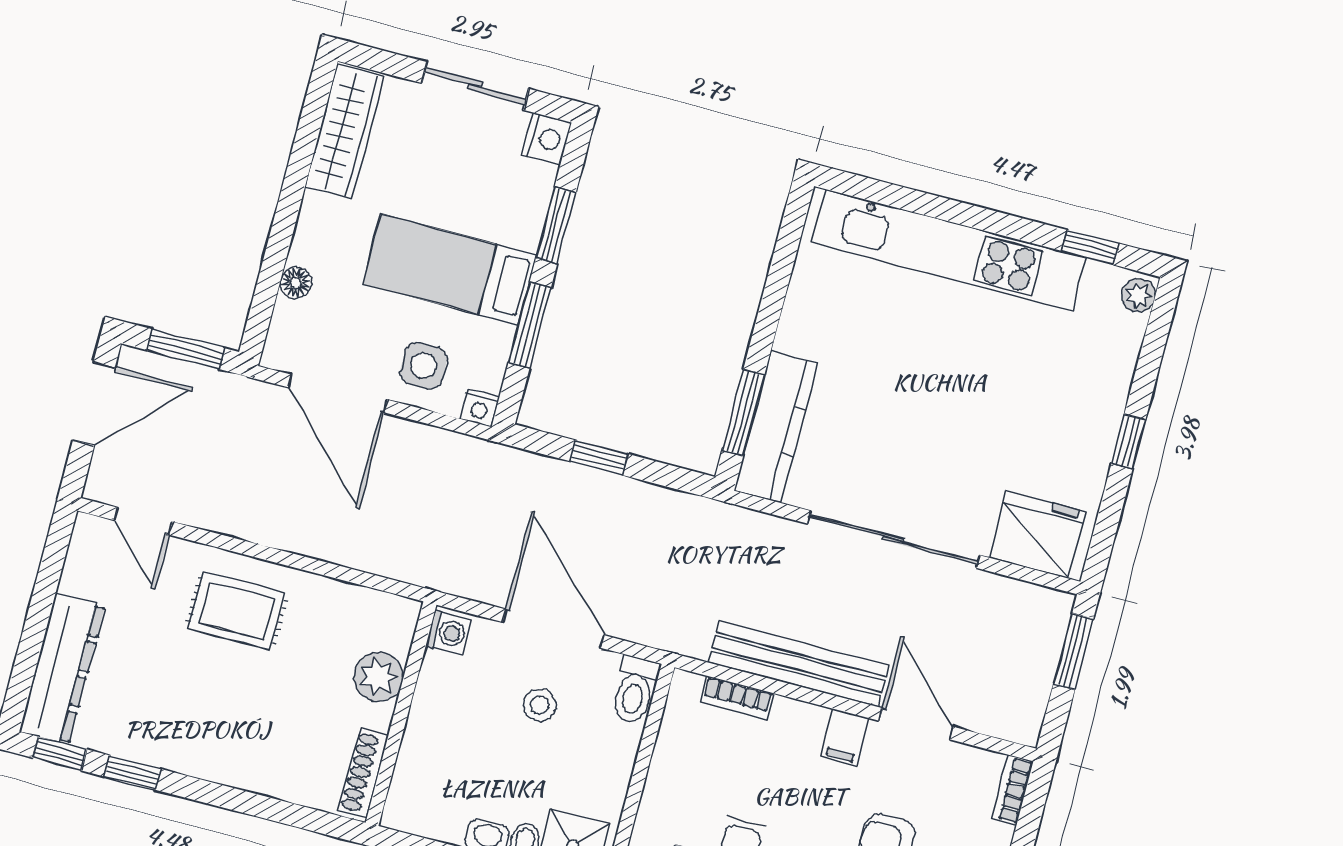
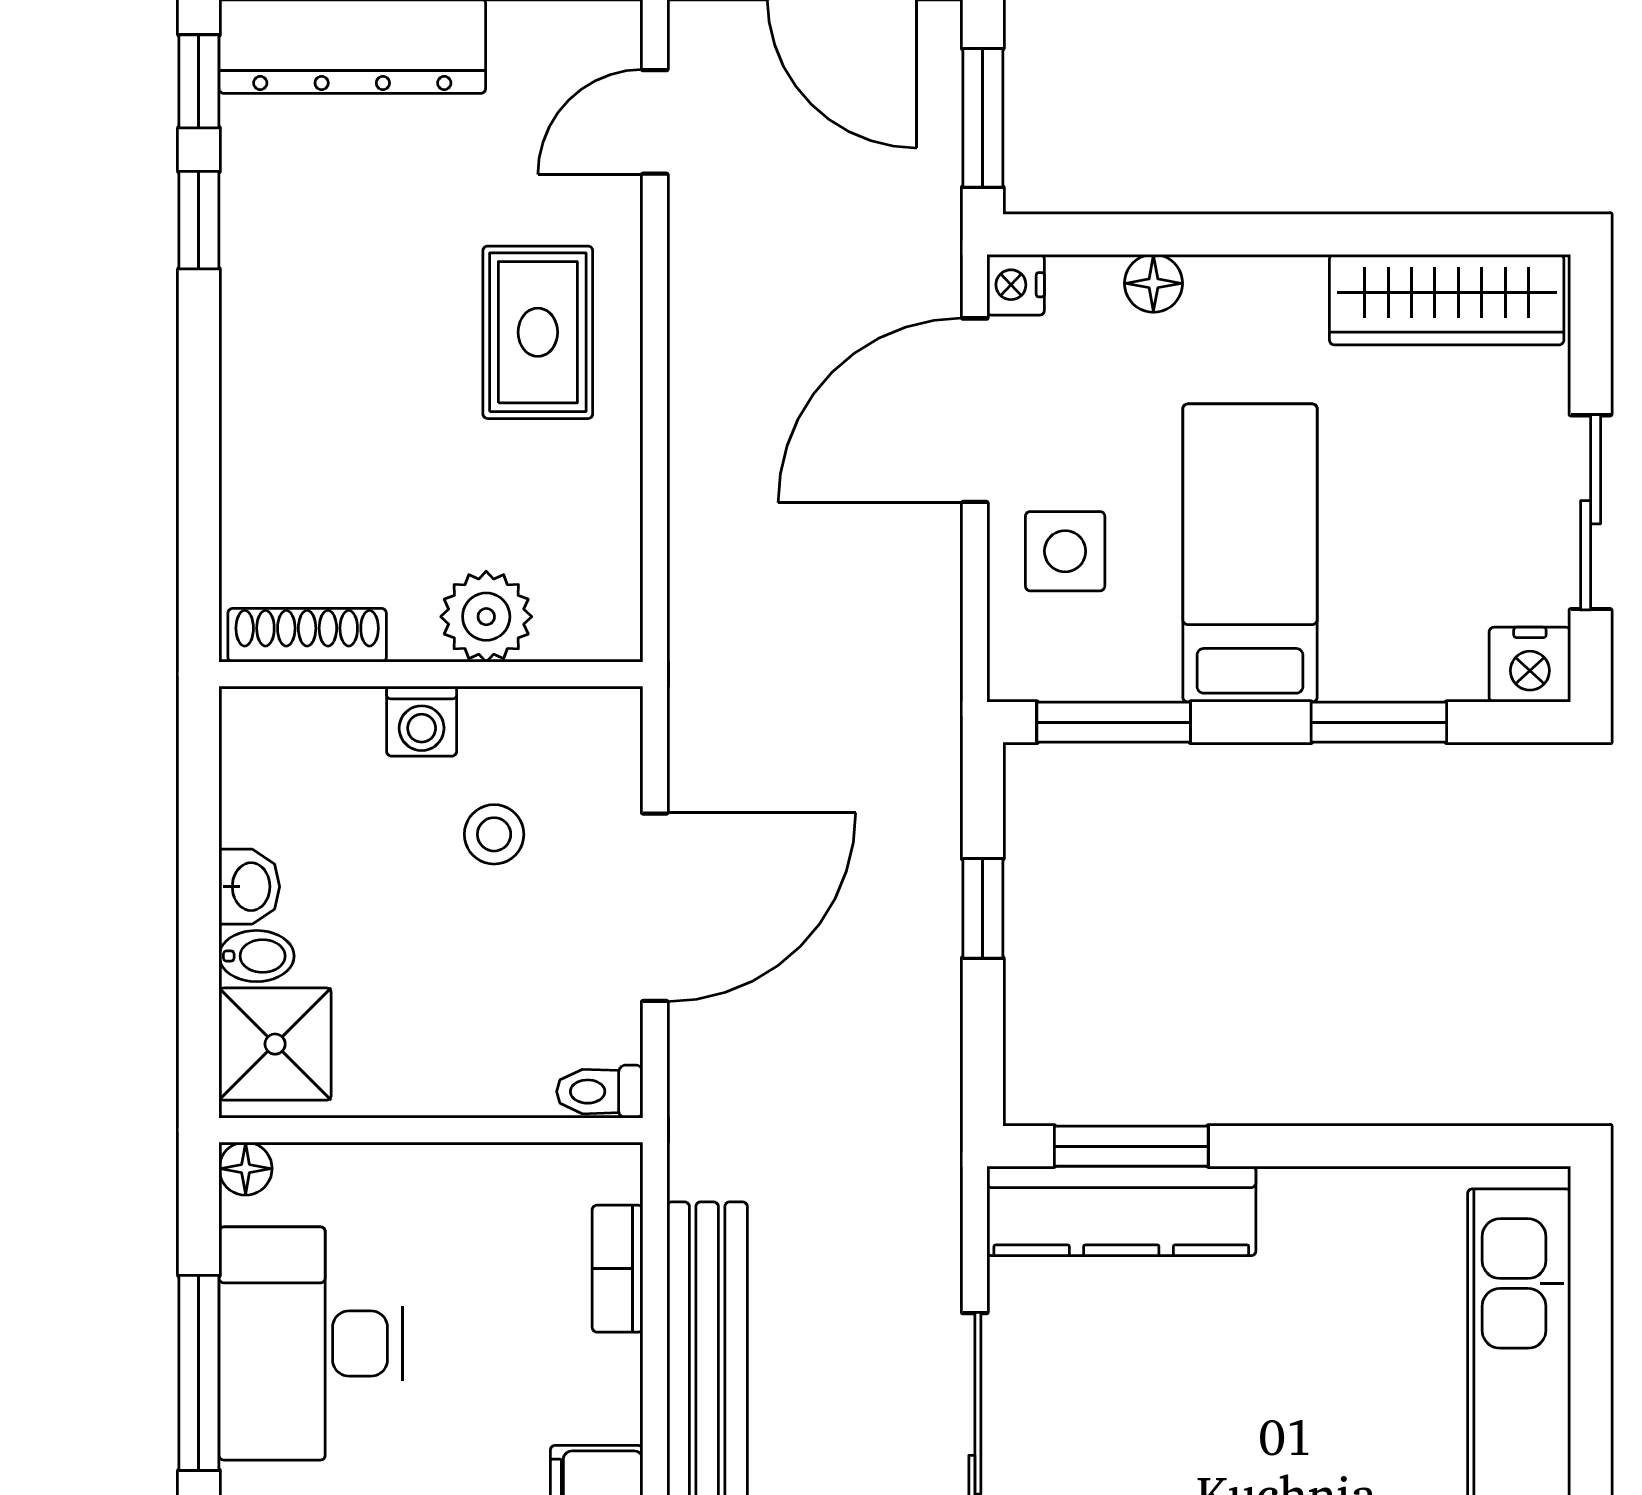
window: (530, 325) -> (1114, 722), moved
nightstand: (480, 408) -> (1016, 285), moved
washing machine: (448, 632) -> (422, 721), moved
toilet: (635, 690) -> (600, 1092), width x0.73, depth x0.72
stool: (540, 705) -> (494, 834), moved

